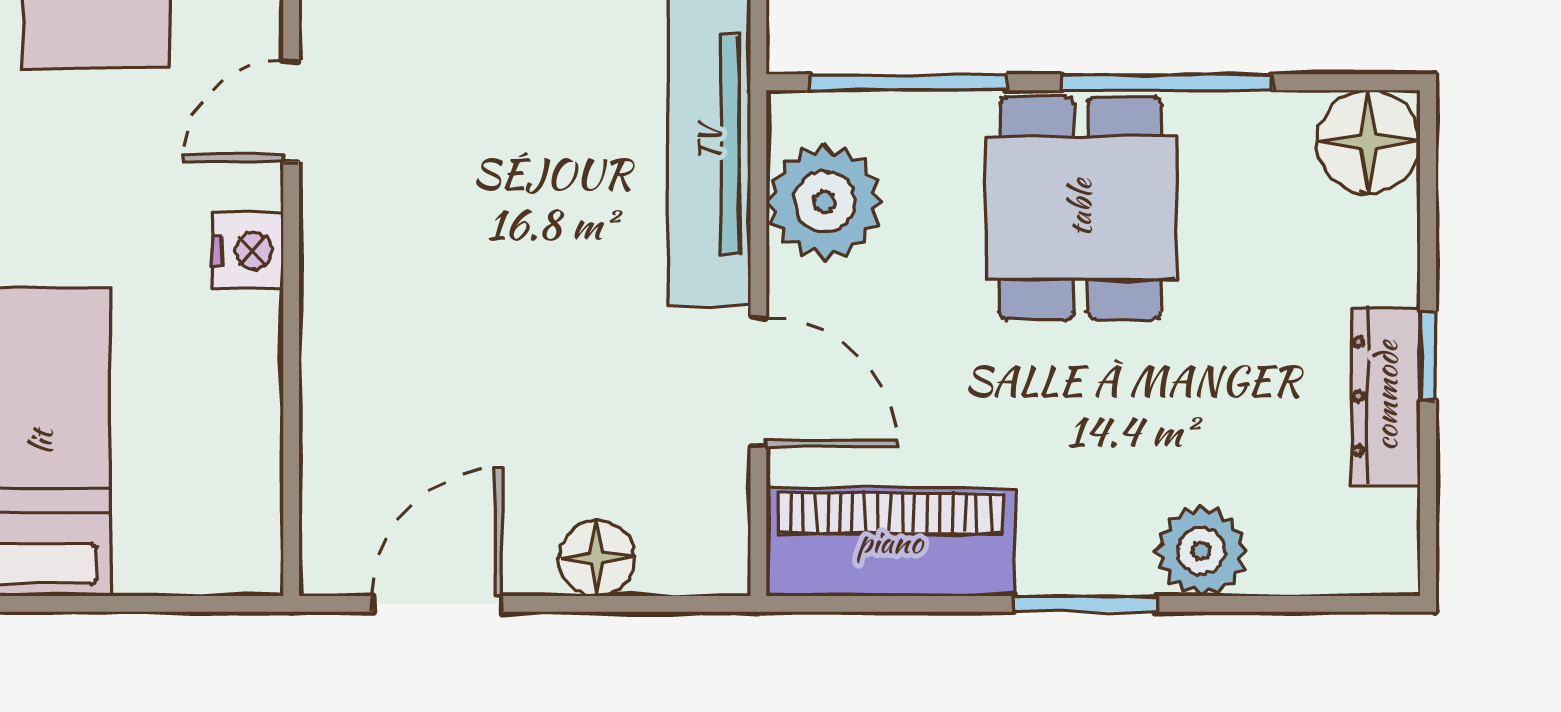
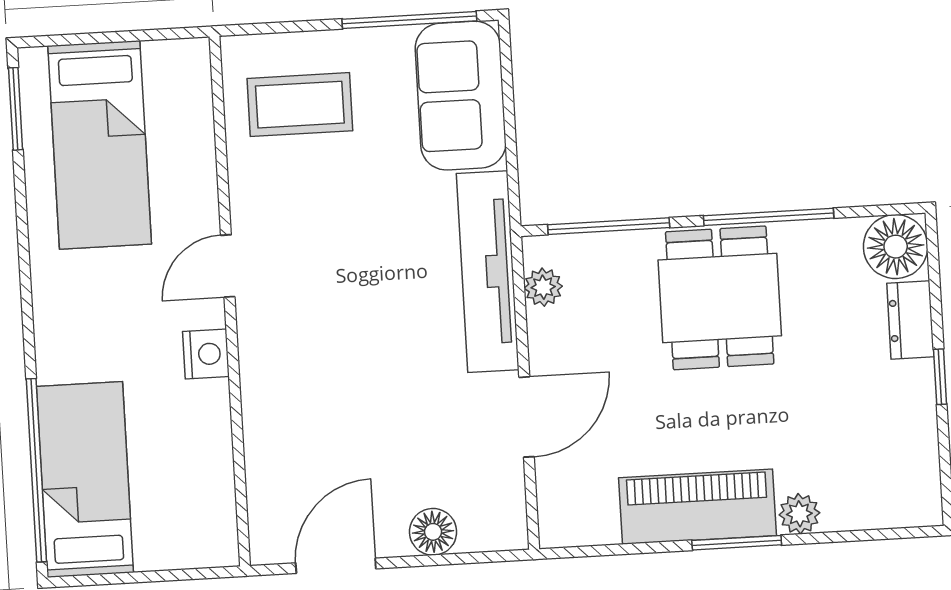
plant: (824, 202) -> (543, 287), width x0.53, depth x0.53
door: (758, 382) -> (527, 417), hinge flipped
dresser: (1386, 396) -> (910, 320), moved, width x0.70
piano: (890, 542) -> (698, 507), moved
plant: (1201, 551) -> (799, 514), width x0.73, depth x0.73

